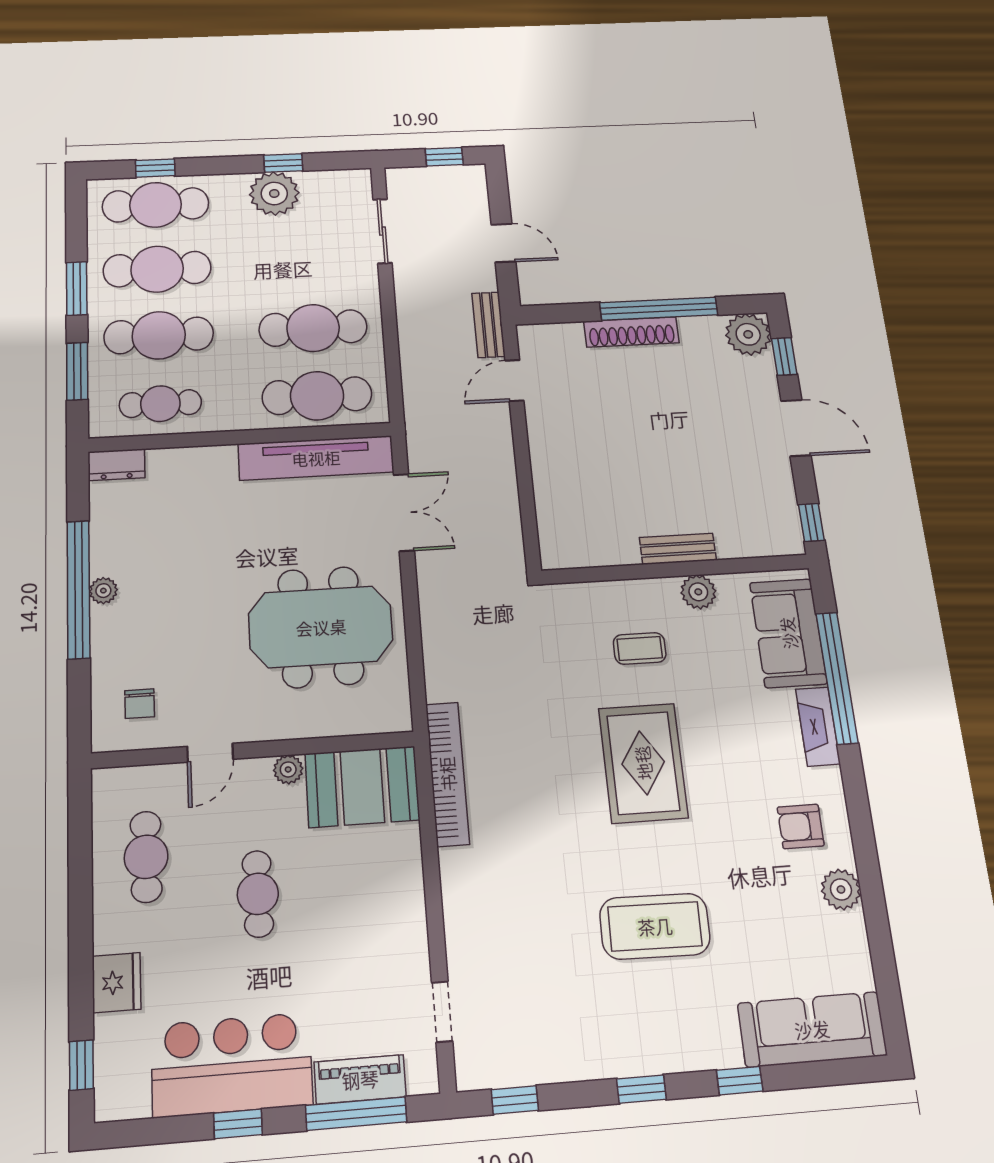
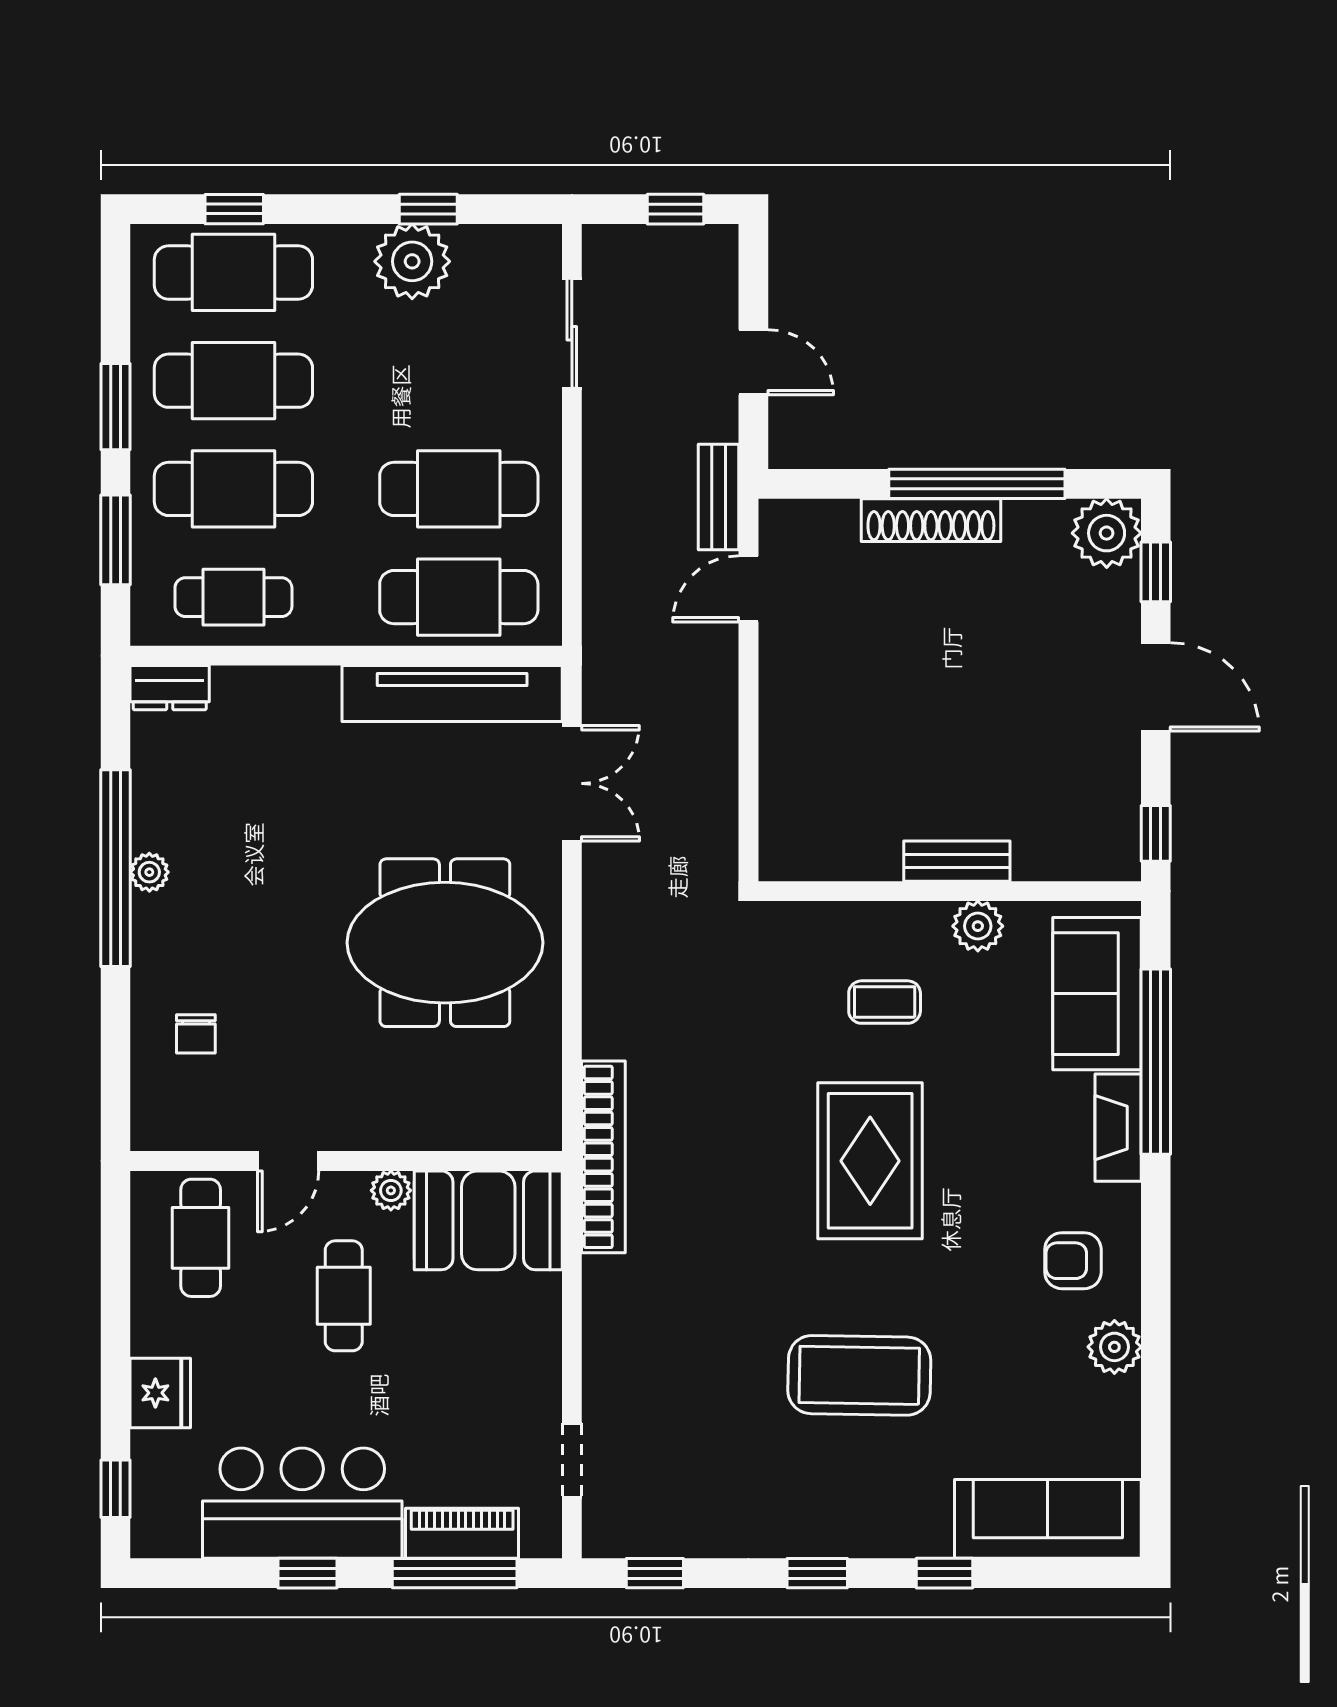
wall: (254, 750) -> (346, 1161), moved
door: (210, 753) -> (288, 1161), moved
plant: (288, 769) -> (391, 1190), moved
booth: (362, 787) -> (488, 1220), moved

